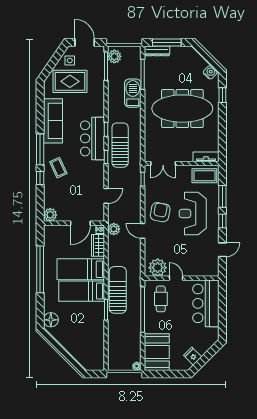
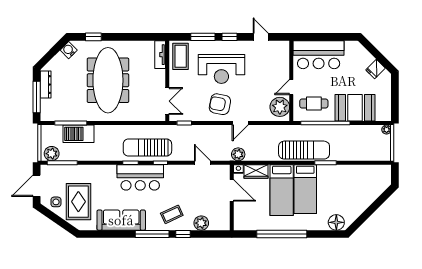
dresser: (157, 51) -> (46, 85), moved
barbecue: (133, 93) -> (79, 134), moved
plant: (50, 215) -> (201, 223), moved
sun lounger: (118, 290) -> (304, 150), turned 180
booth: (157, 352) -> (355, 108), moved

